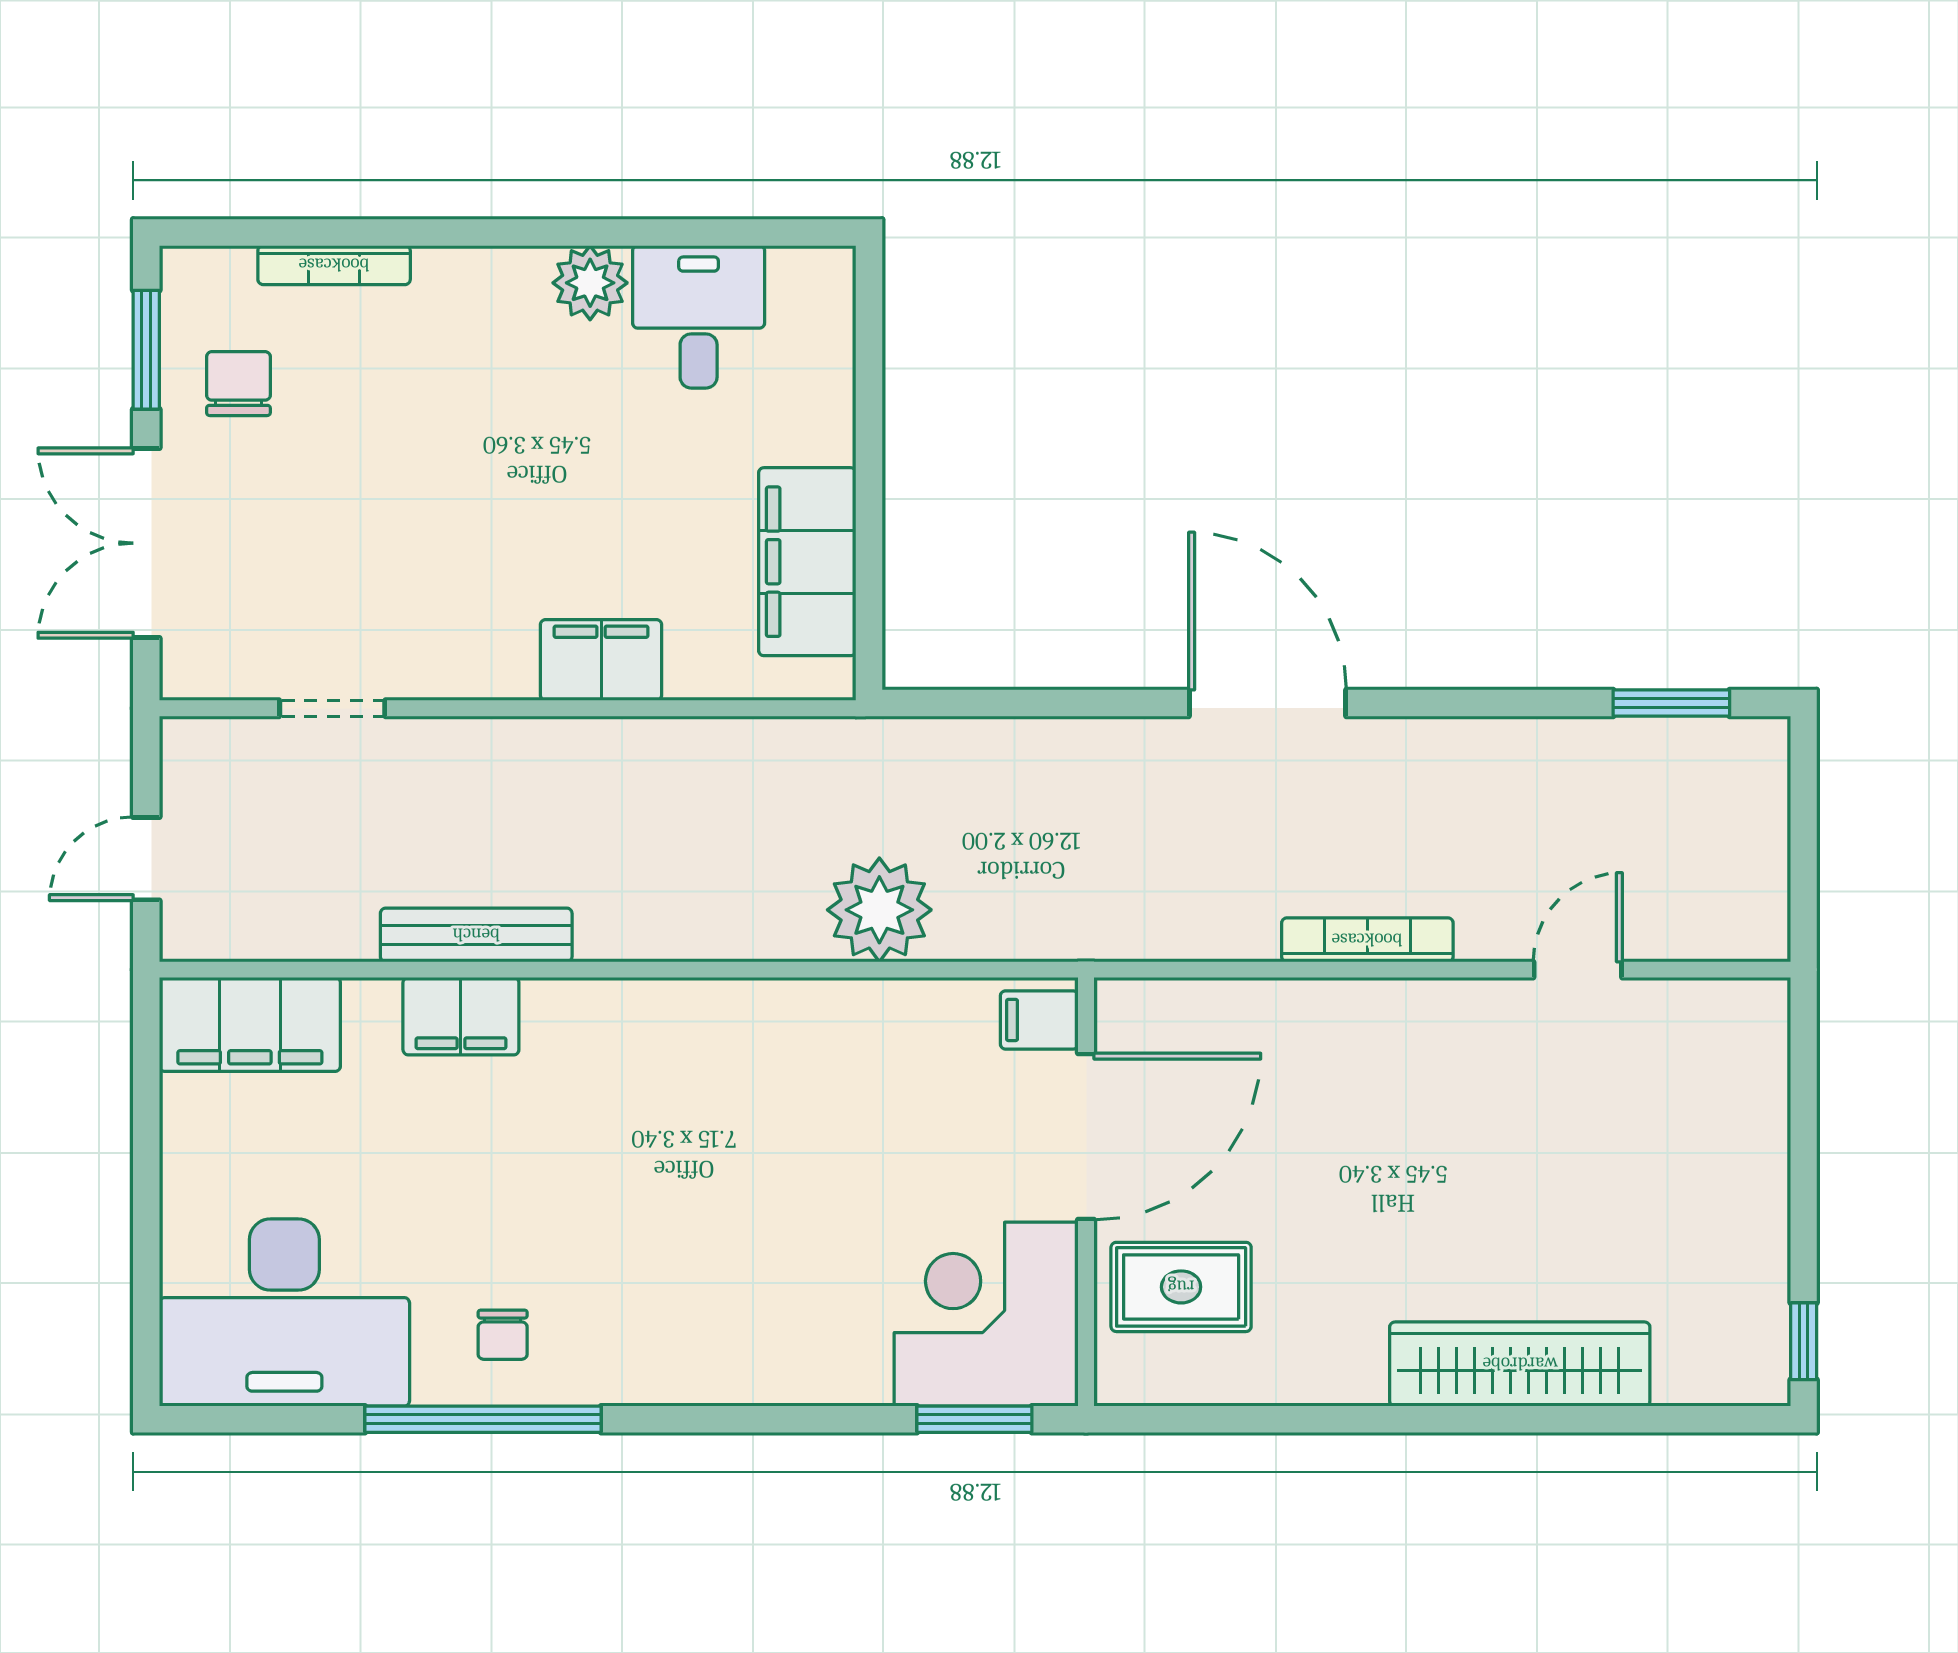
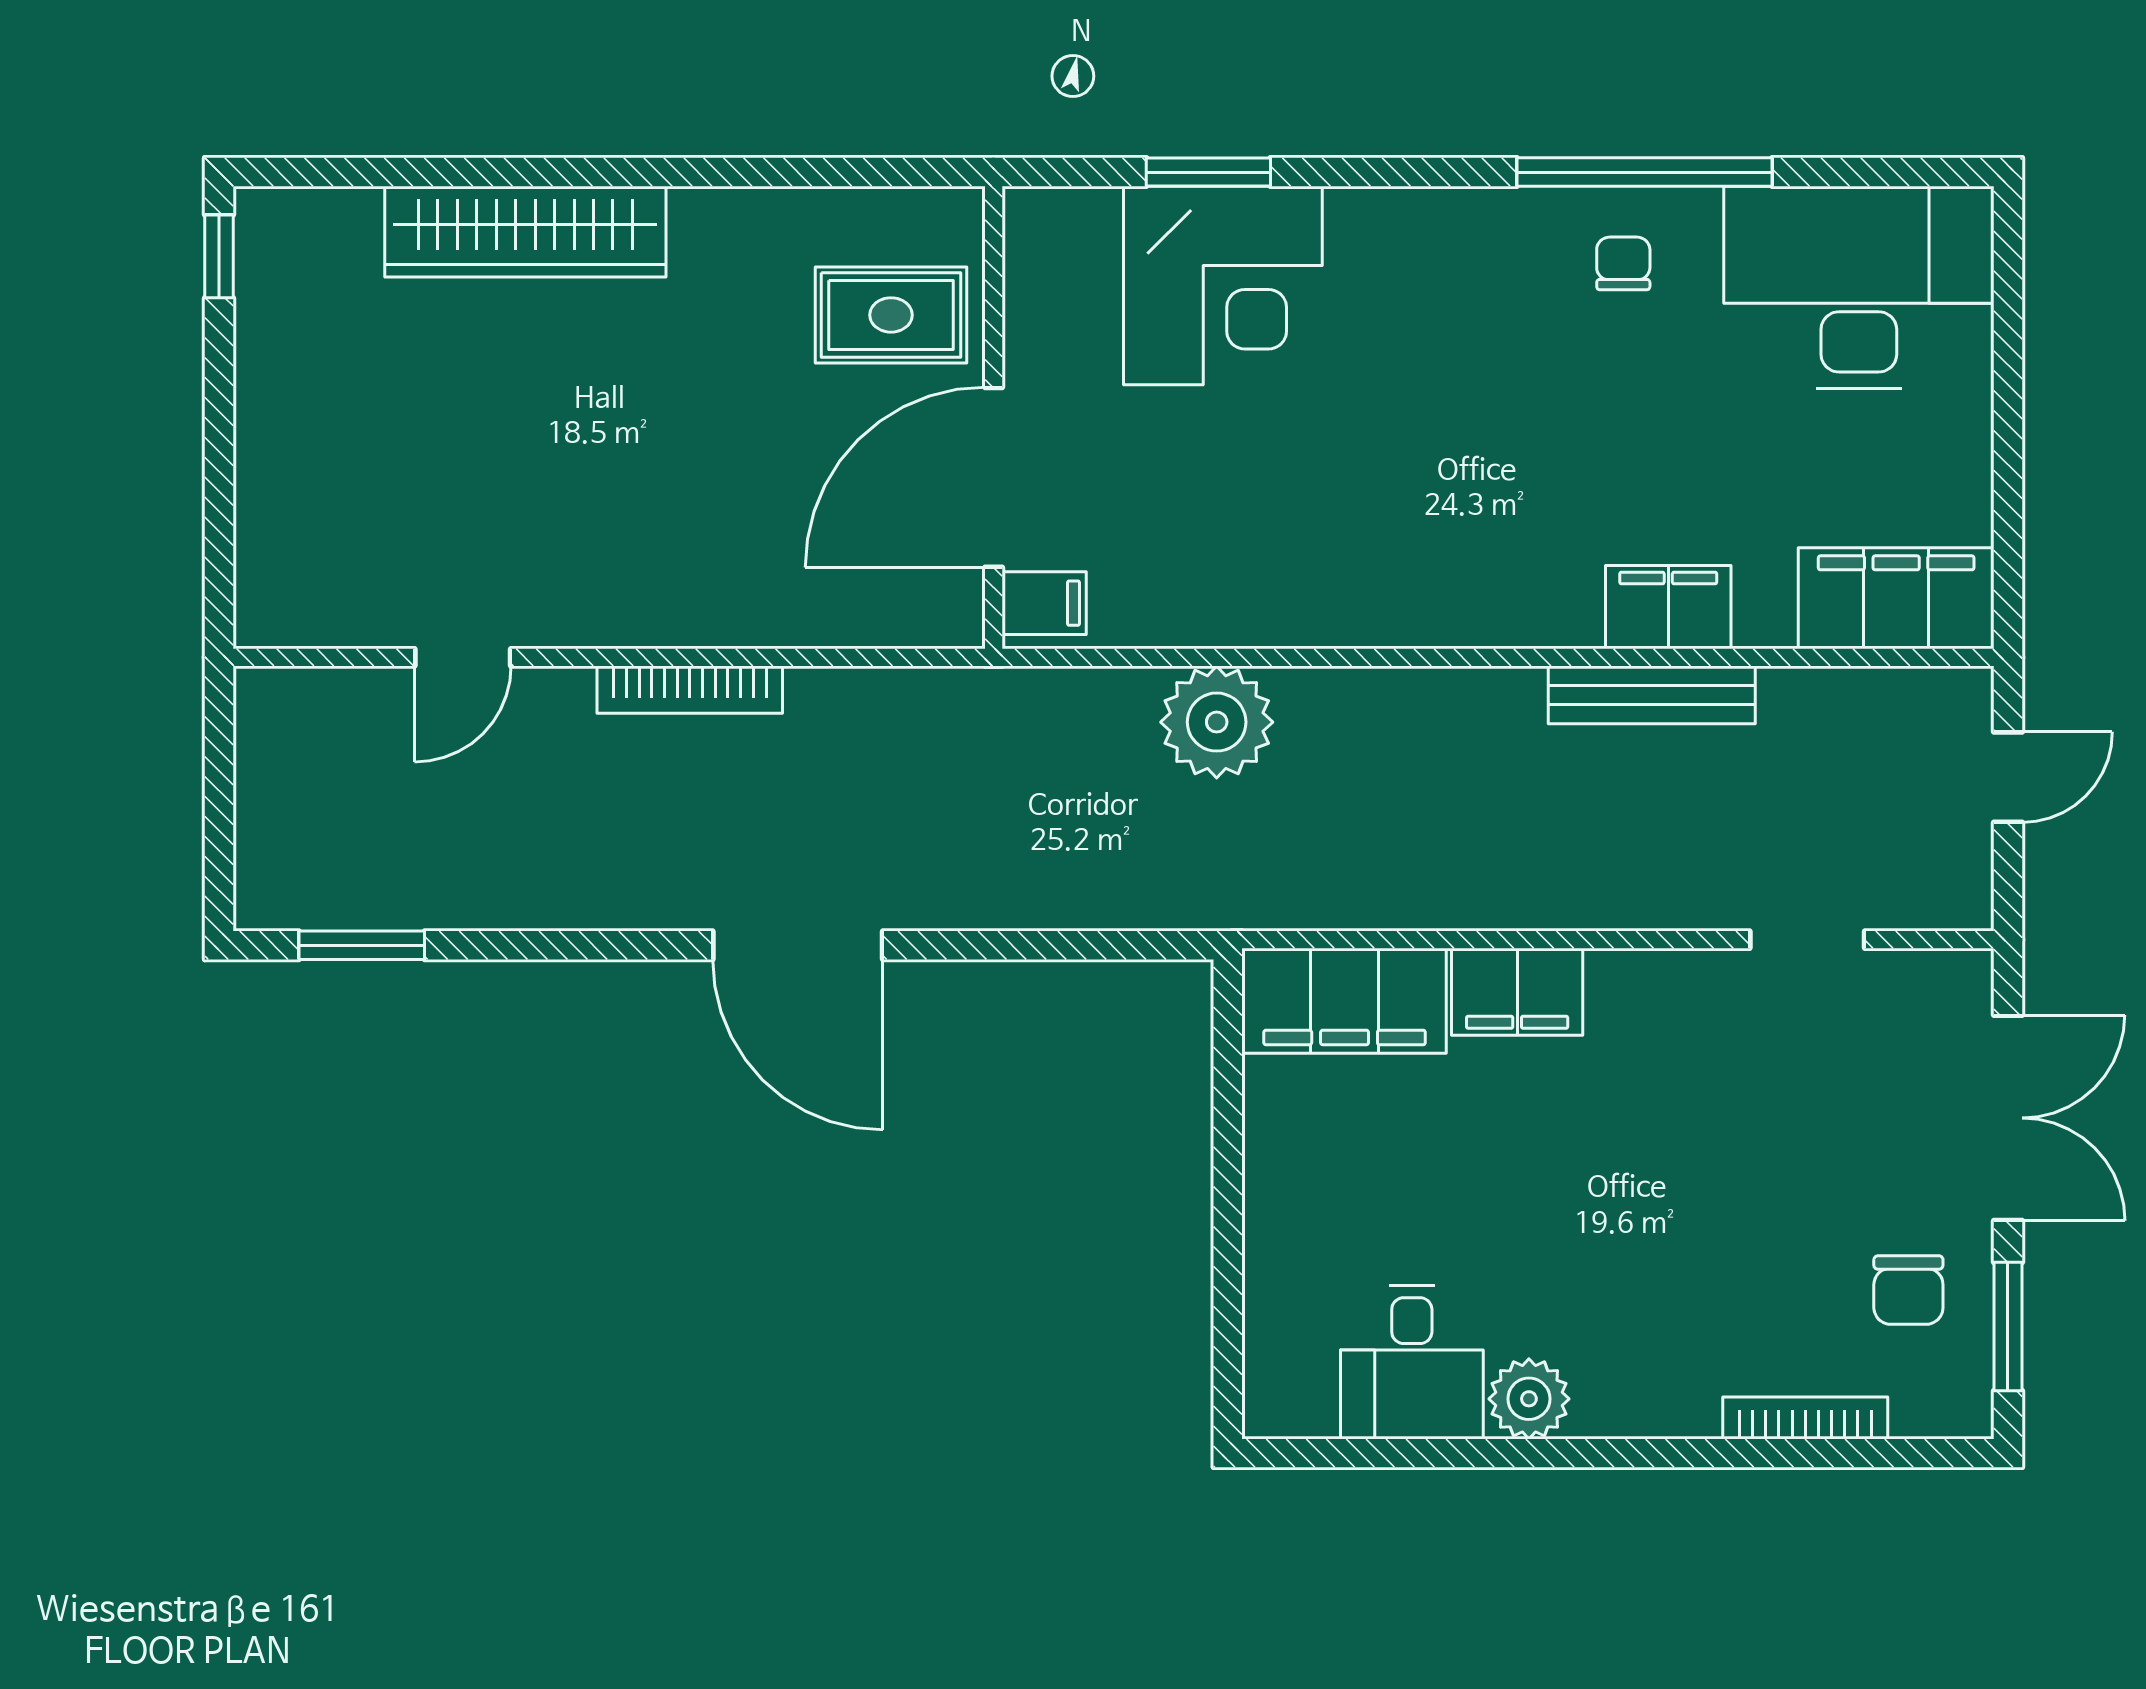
filing cabinet: (807, 562) -> (1345, 1001), moved, turned 90
corner desk: (986, 1314) -> (1223, 286), moved
window: (974, 1419) -> (1208, 172), moved

